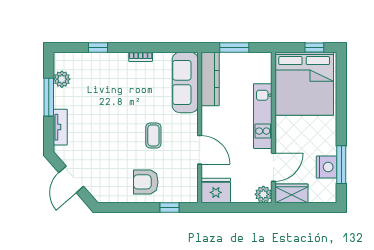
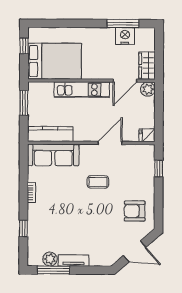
window: (234, 47) -> (24, 103), moved
bed: (304, 84) -> (55, 61), width x0.73
window: (49, 97) -> (53, 270), moved
tv unit: (60, 127) -> (73, 260), moved
door: (273, 167) -> (125, 81), swing flipped
armchair: (146, 182) -> (135, 211), moved, turned 90
fridge: (216, 190) -> (147, 135), width x0.53, depth x0.75

